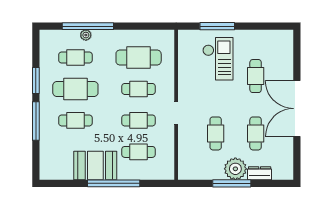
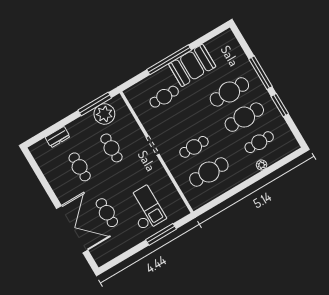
window: (88, 26) -> (264, 173), removed
checkout: (218, 59) -> (145, 209), turned 180
double door: (297, 109) -> (72, 229), moved
cafe table: (75, 120) -> (229, 92), width x1.37, depth x1.35
cafe table: (139, 120) -> (179, 122), removed
plant: (235, 169) -> (104, 114), moved
window: (232, 183) -> (95, 104), moved

